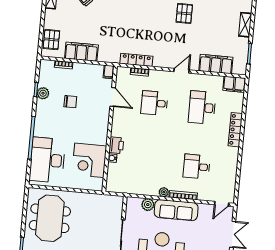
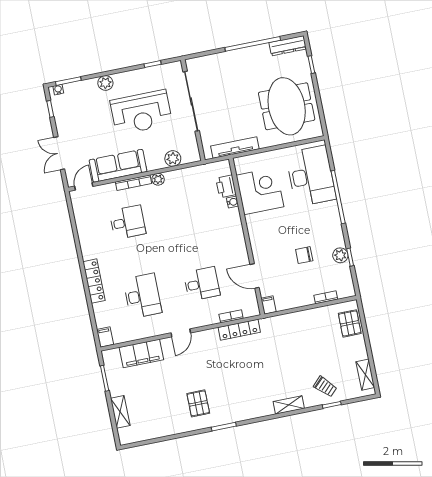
filing cabinet: (81, 52) -> (309, 320), removed
filing cabinet: (234, 84) -> (105, 337), width x0.50
printer: (116, 145) -> (226, 186), moved
tv unit: (98, 199) -> (235, 148), added
sofa: (176, 210) -> (118, 166), moved

